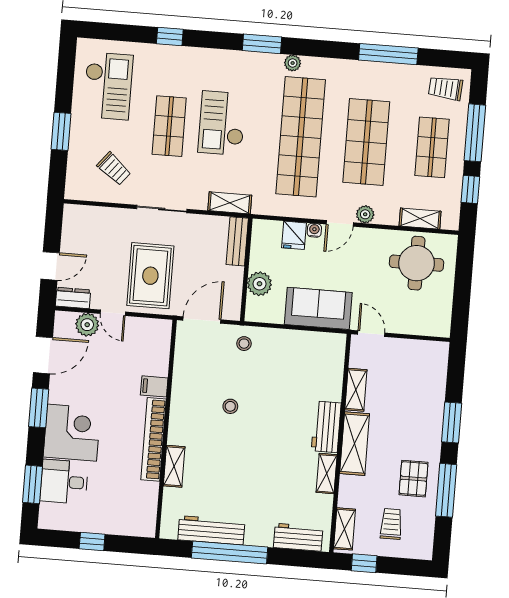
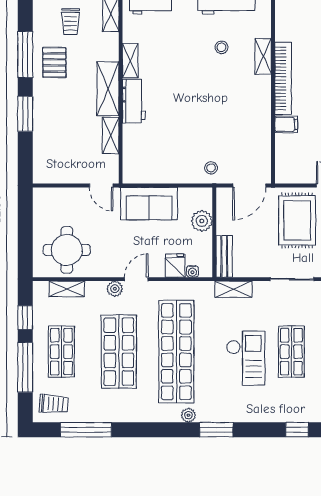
window: (388, 54) -> (86, 430), moved
water cooler: (314, 230) -> (192, 271), moved
stool: (230, 406) -> (221, 47), moved

